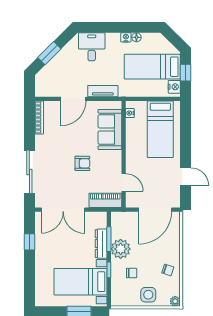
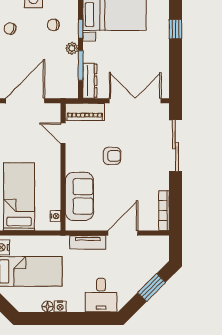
armchair: (82, 163) -> (112, 156), turned 180
window: (29, 242) -> (175, 29), moved
dresser: (101, 244) -> (90, 81), moved
plant: (121, 249) -> (72, 48), width x0.53, depth x0.53

